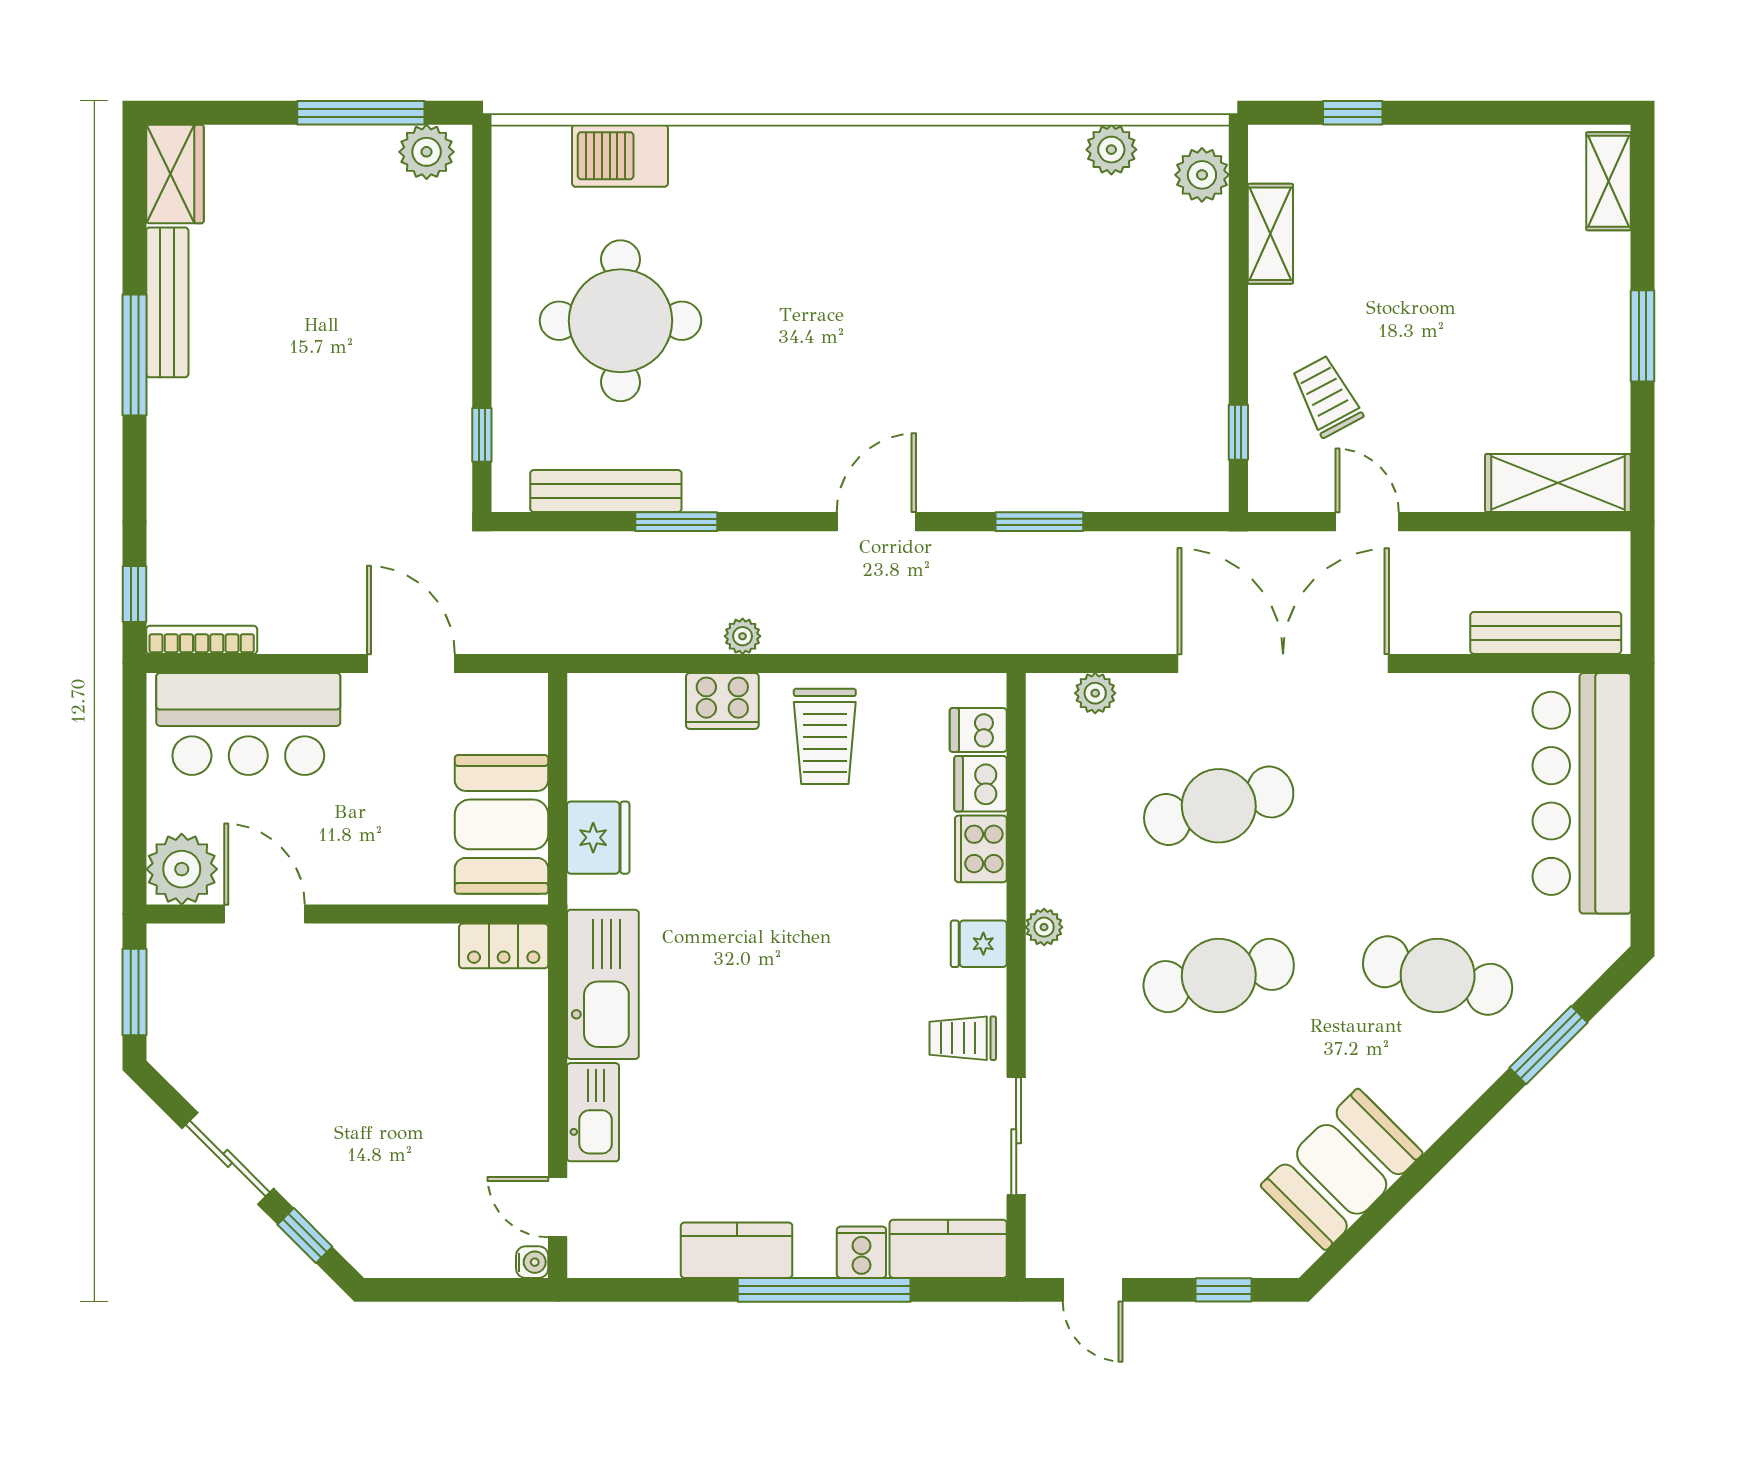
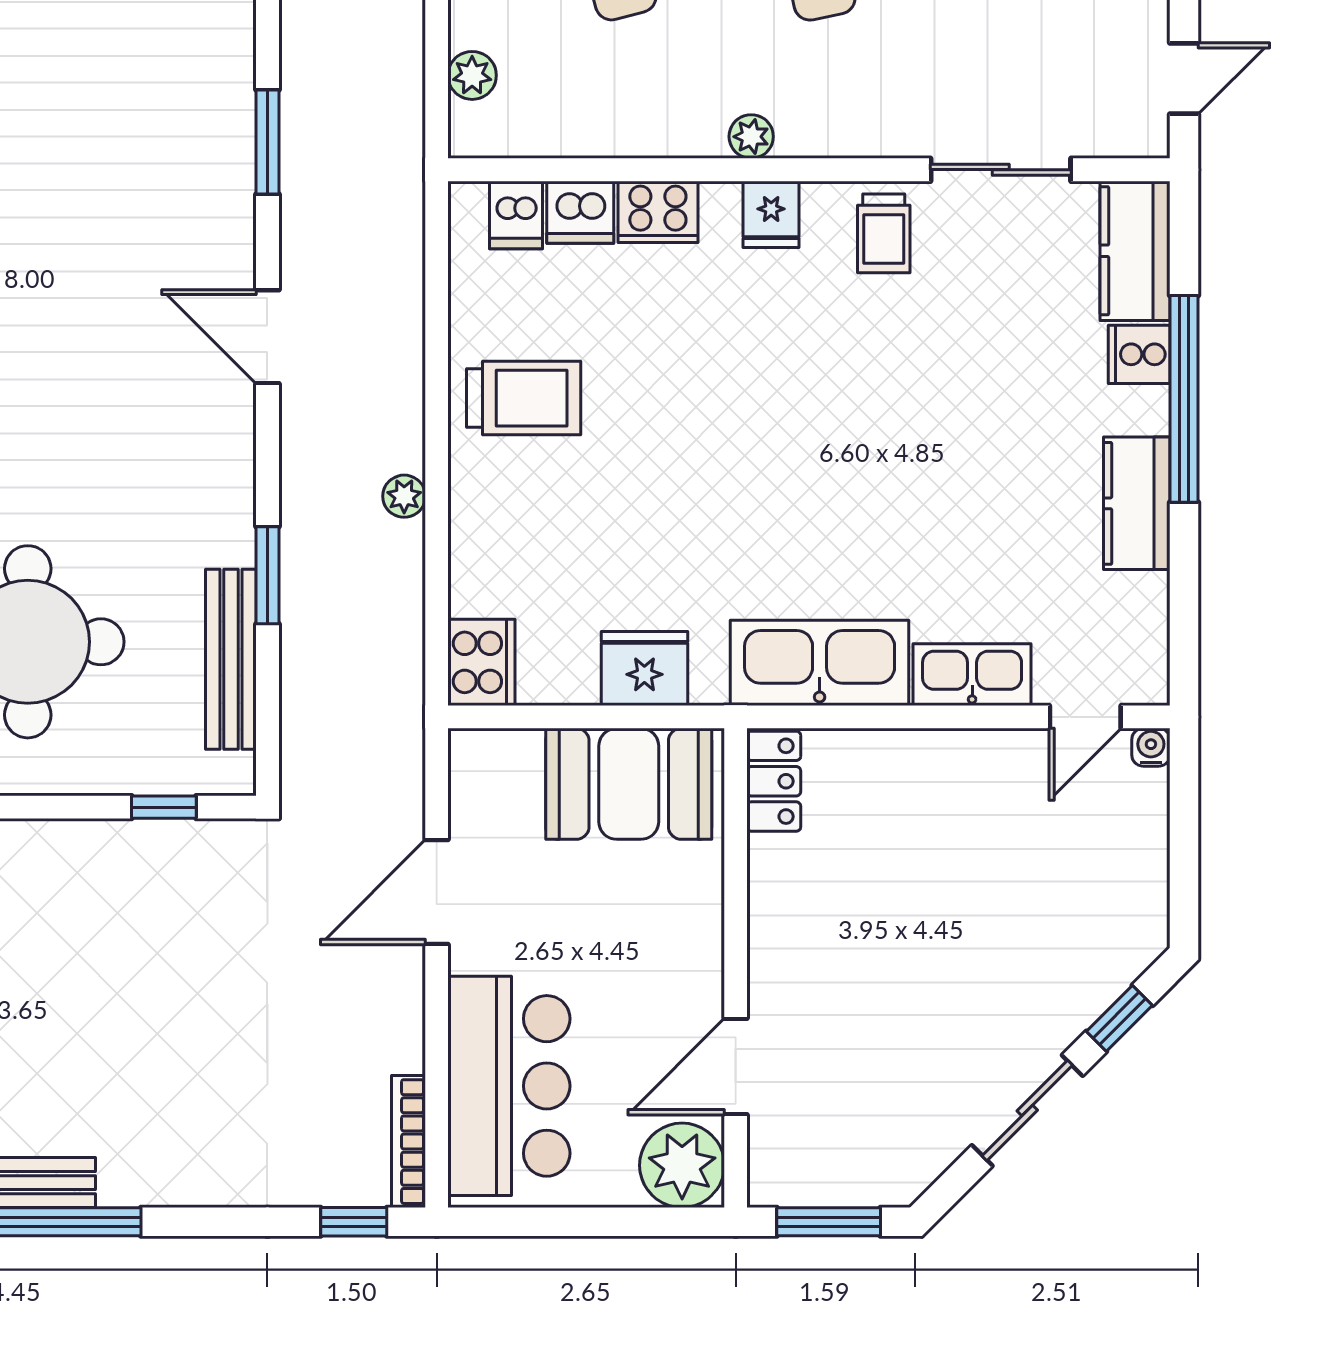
cooker: (722, 701) -> (481, 662), moved

